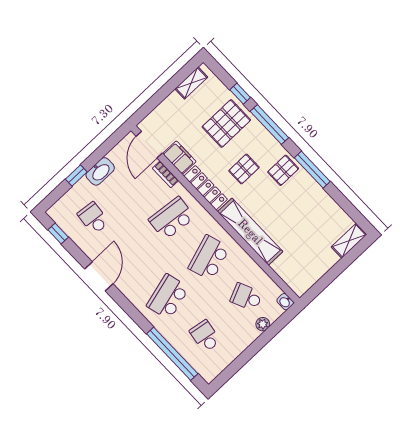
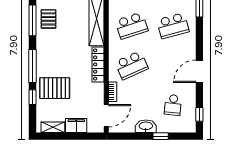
filing cabinet: (179, 158) -> (76, 125), moved, turned 90
pallet: (244, 169) -> (68, 55), removed
pallet: (283, 170) -> (48, 19), moved, turned 90
school desk: (172, 218) -> (132, 65), turned -30

